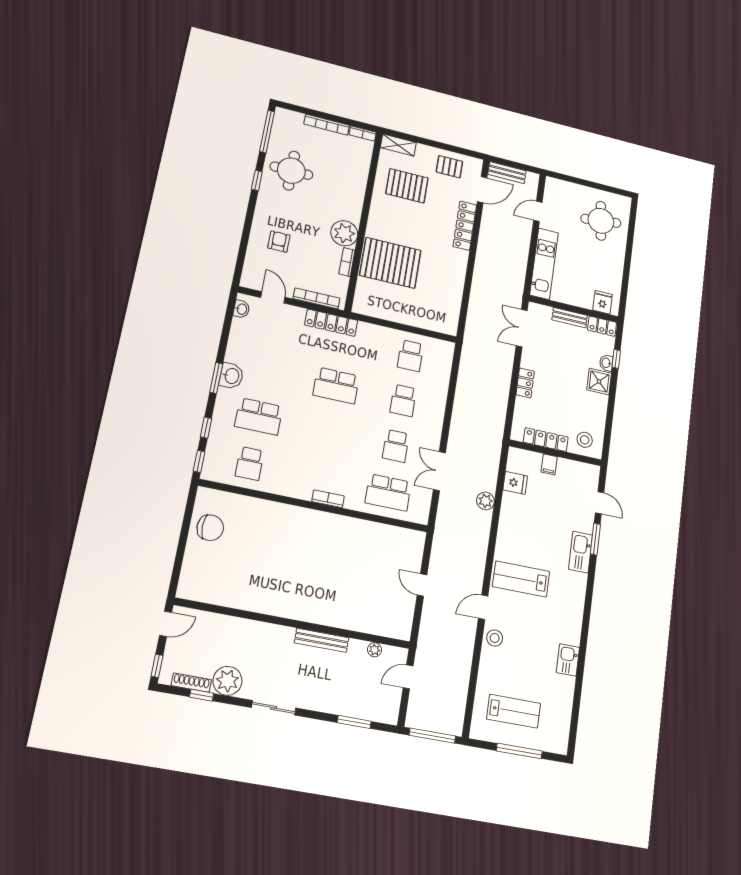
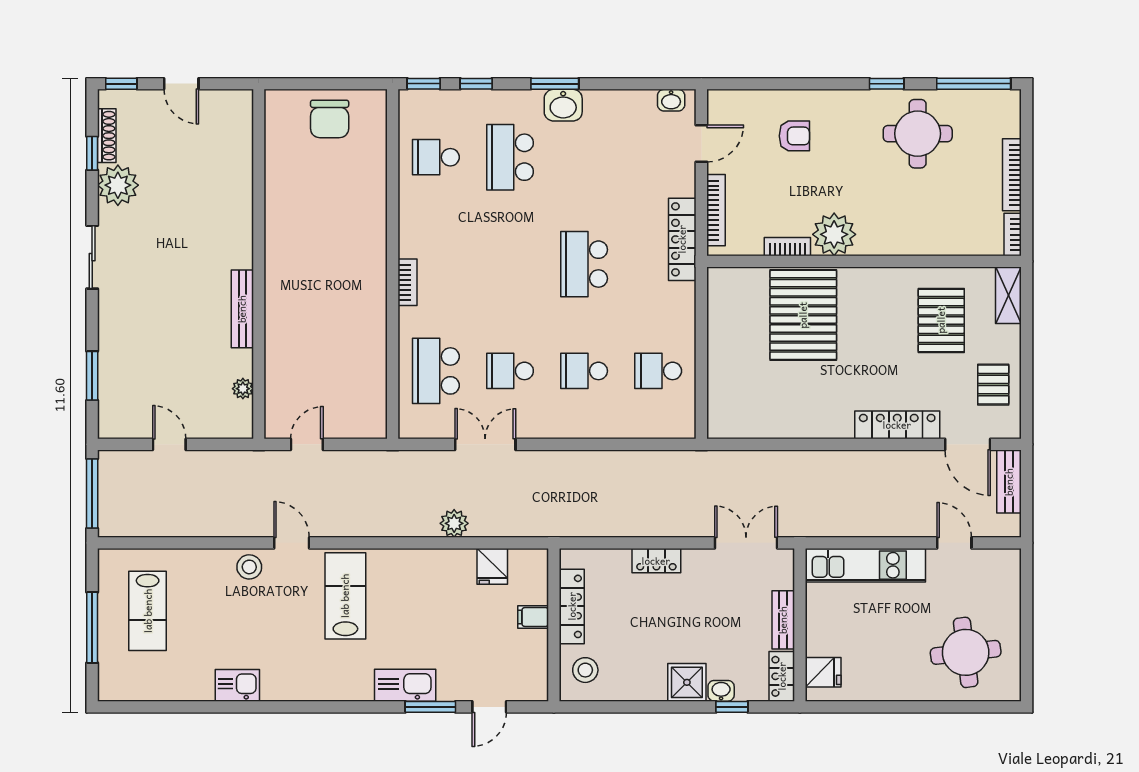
wall: (294, 624) -> (259, 264), moved
bench: (322, 640) -> (242, 309), moved
plant: (375, 650) -> (243, 389), moved

